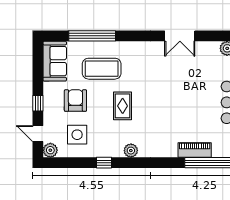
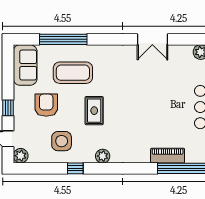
side table: (77, 135) -> (62, 141), moved

